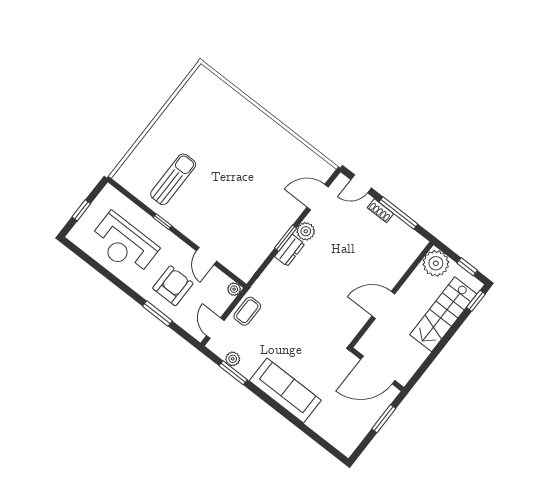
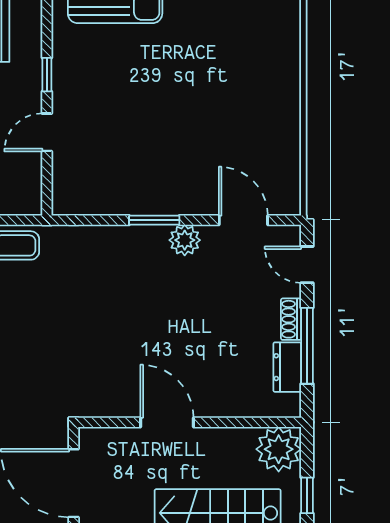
window: (163, 222) -> (47, 75), moved
dresser: (290, 250) -> (287, 367), moved, turned 90
plant: (234, 289) -> (31, 205), removed

